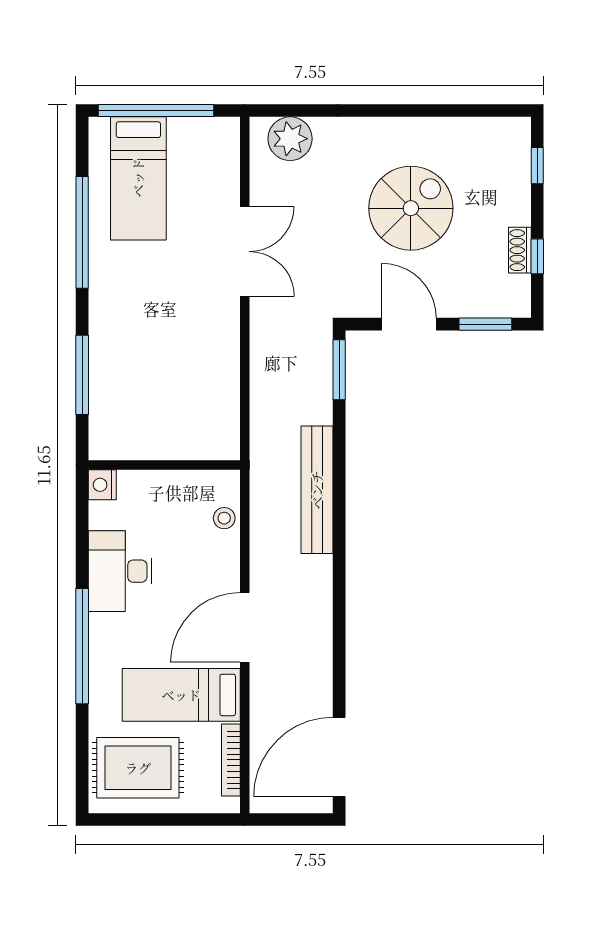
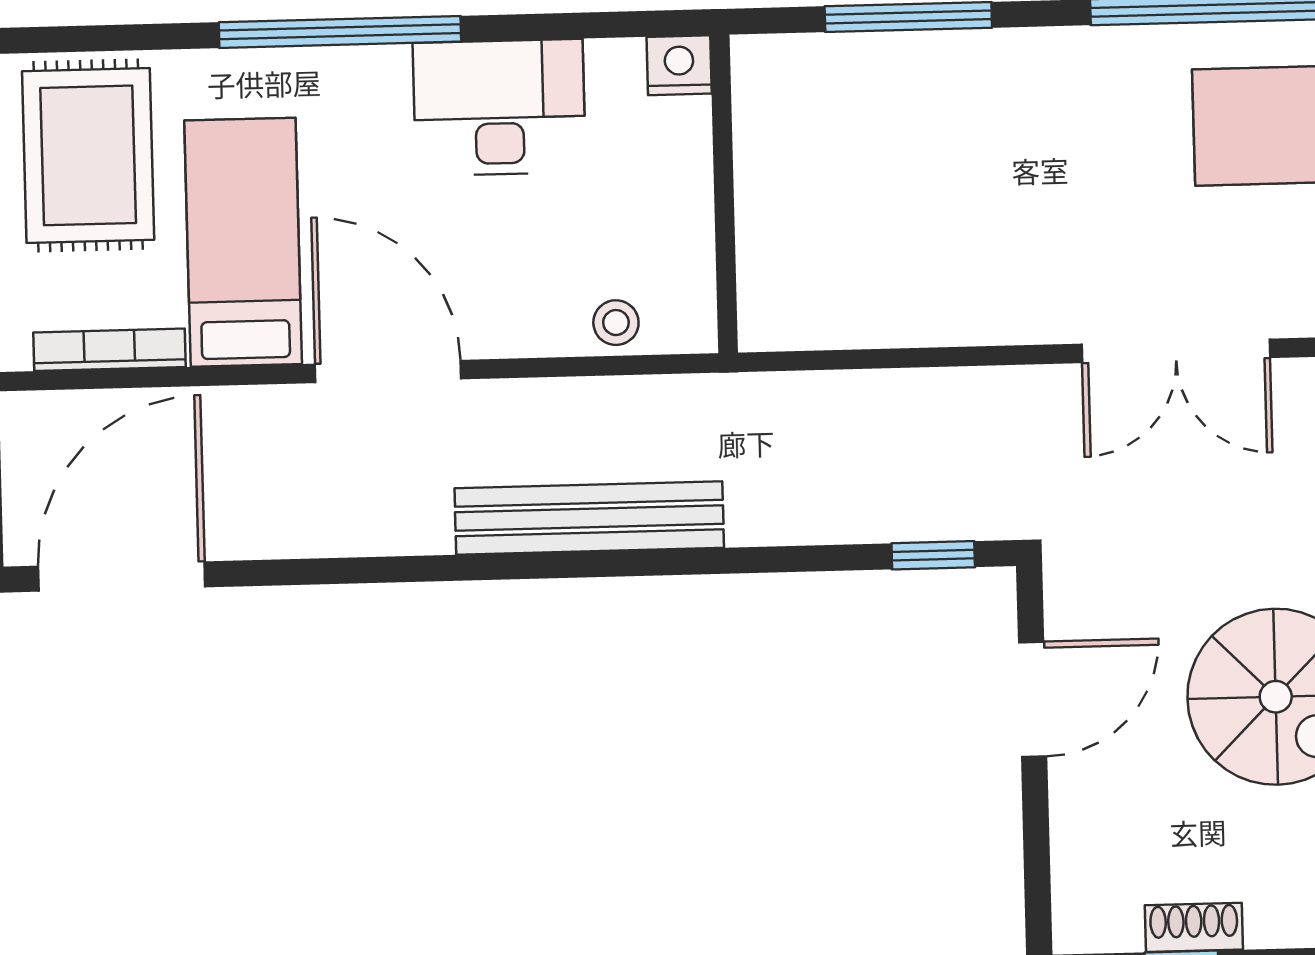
window: (485, 324) -> (1037, 859), removed
window: (339, 370) -> (933, 555), width x0.67
bench: (317, 490) -> (589, 518), moved
door: (339, 757) -> (122, 577), hinge flipped

